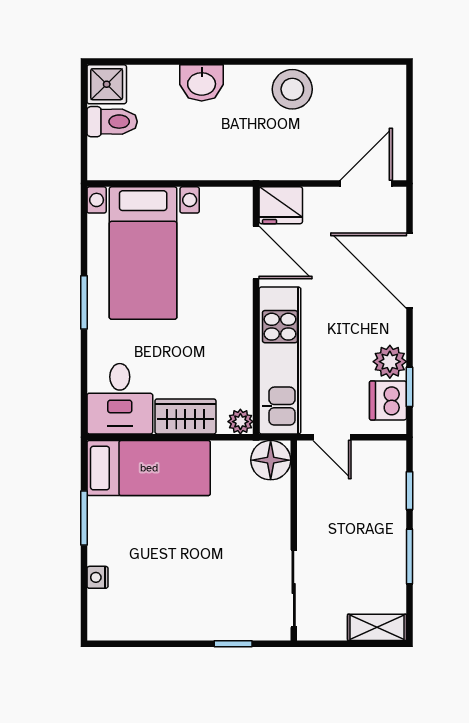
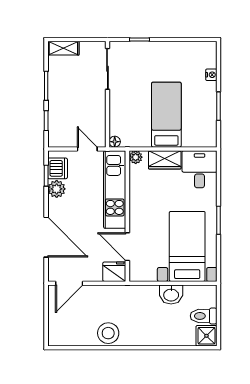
washbasin: (202, 83) -> (171, 295), moved, turned 180
floor lamp: (271, 460) -> (115, 142), width x0.53, depth x0.53
bed: (149, 468) -> (166, 115), moved, turned 90

